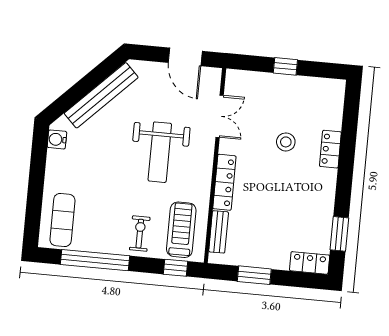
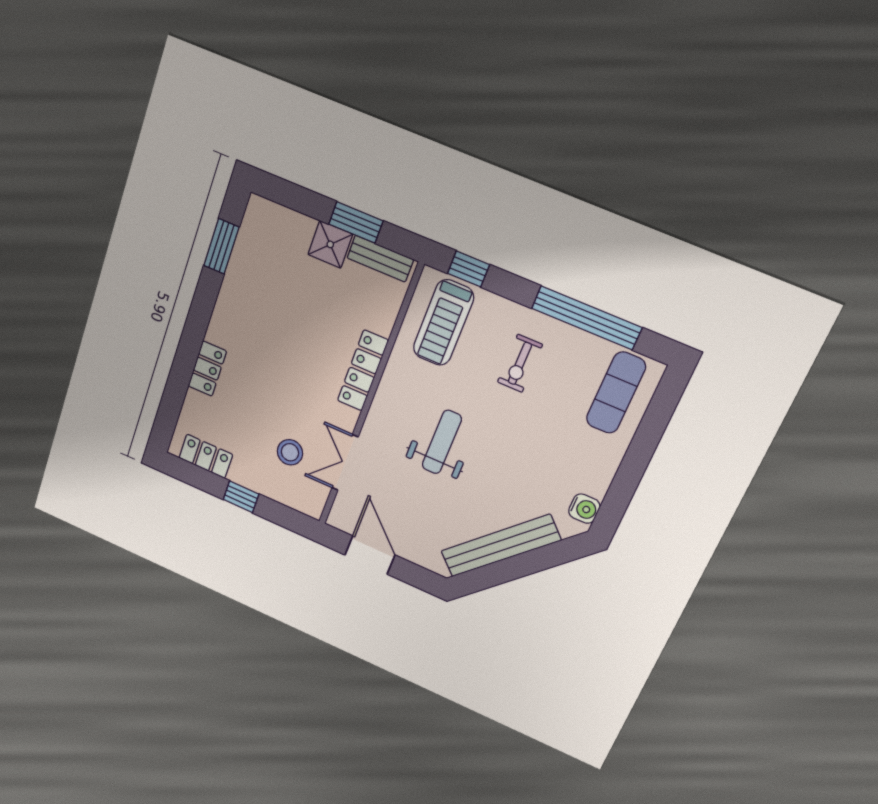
stool: (286, 142) -> (290, 452), moved
weight bench: (160, 152) -> (442, 442), width x0.73, depth x0.75
bench: (219, 232) -> (380, 259), moved, turned 90
exercise bike: (140, 234) -> (520, 363), moved
shower: (267, 257) -> (330, 244), added
locker: (310, 263) -> (206, 456), moved, turned 180

